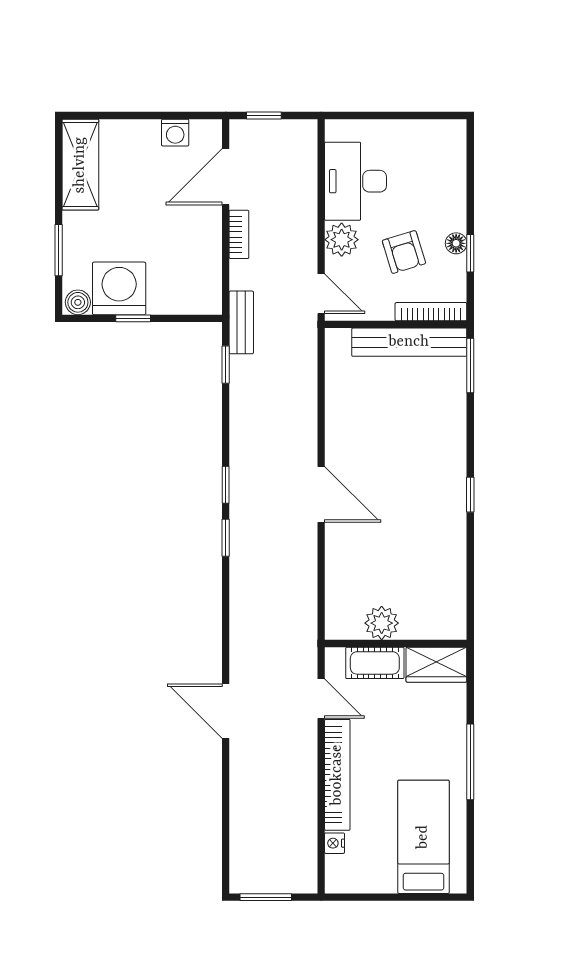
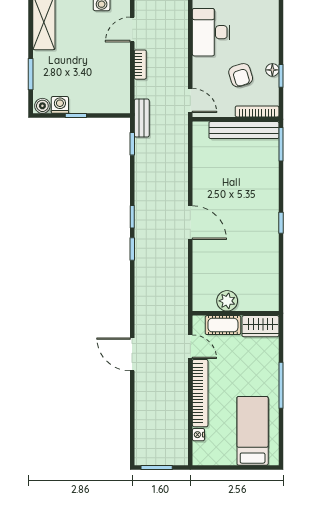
door: (226, 177) -> (132, 29), width x0.73
plant: (342, 240) -> (203, 68), removed
washing machine: (119, 288) -> (60, 105), width x0.53, depth x0.53

